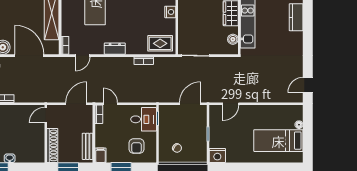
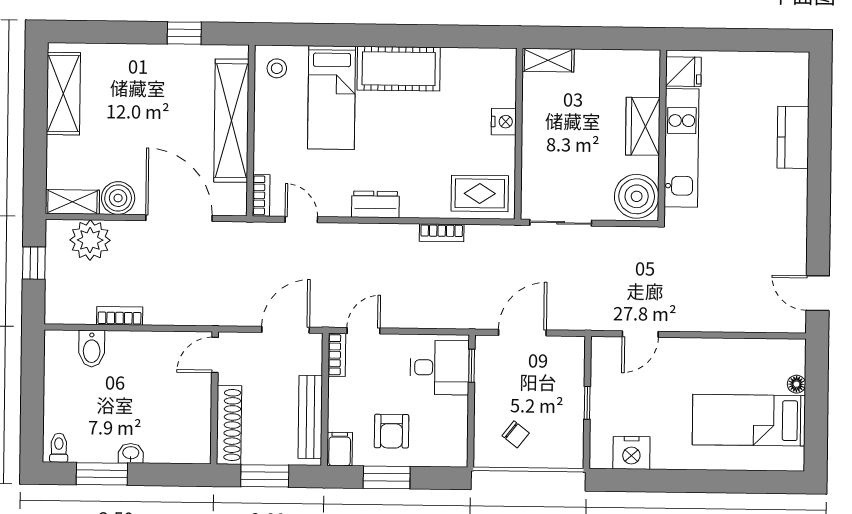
boiler: (233, 39) -> (637, 196), width x1.86, depth x1.86
door: (83, 56) -> (301, 220), swing flipped
door: (308, 85) -> (818, 293), hinge flipped
door: (110, 104) -> (363, 331), hinge flipped
door: (190, 104) -> (522, 333), moved
bench: (88, 146) -> (310, 417), width x1.36
armchair: (137, 146) -> (392, 431), moved
nightstand: (217, 155) -> (631, 453), moved

